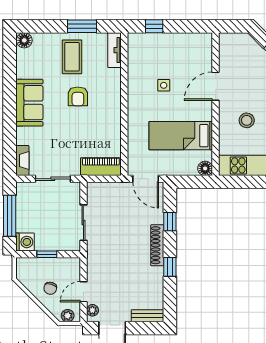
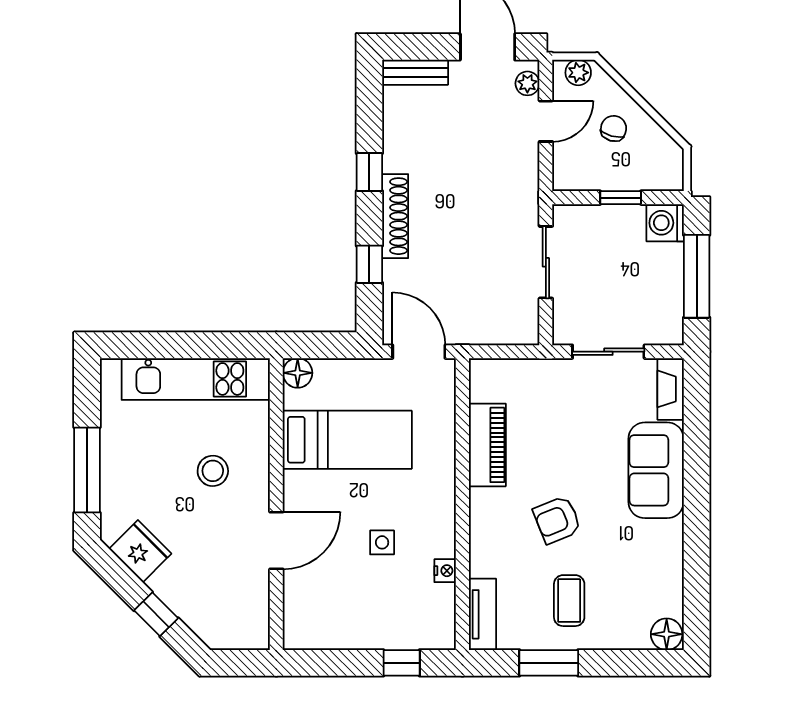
coffee table: (72, 57) -> (569, 601), width x0.73, depth x0.77
nightstand: (133, 71) -> (445, 571), added
armchair: (78, 96) -> (557, 520), turned -112
sofa: (29, 103) -> (656, 470), moved
piano: (101, 167) -> (487, 445), moved, turned -90

